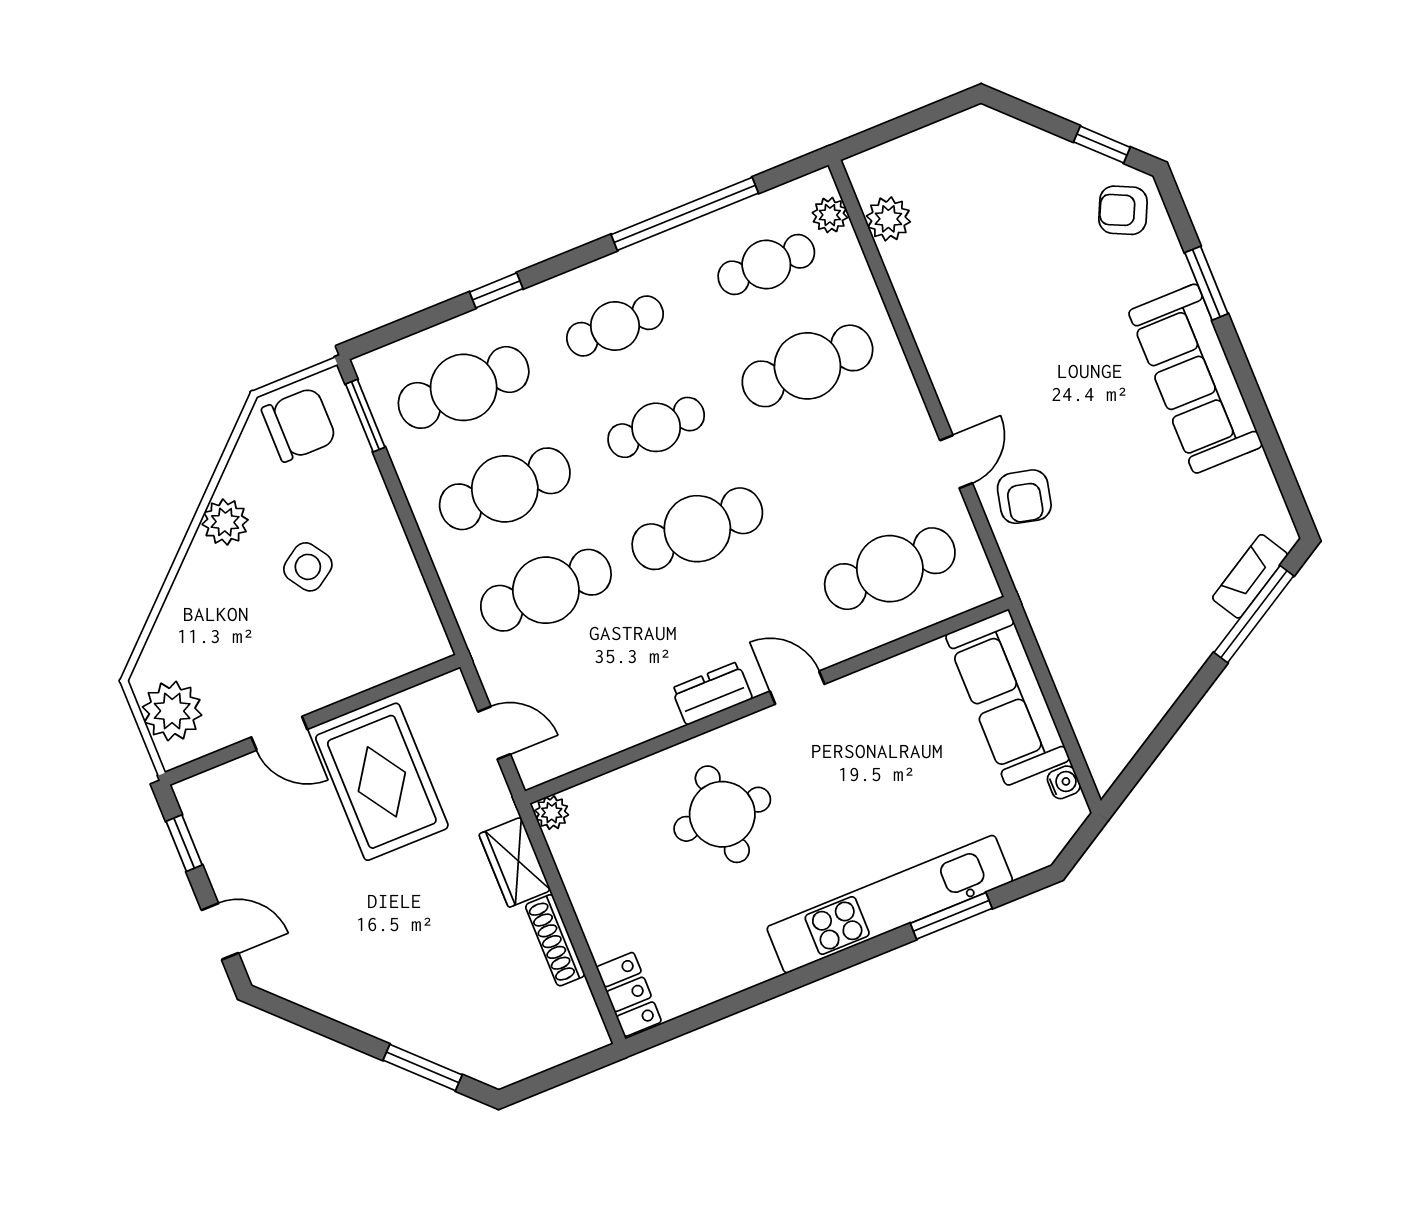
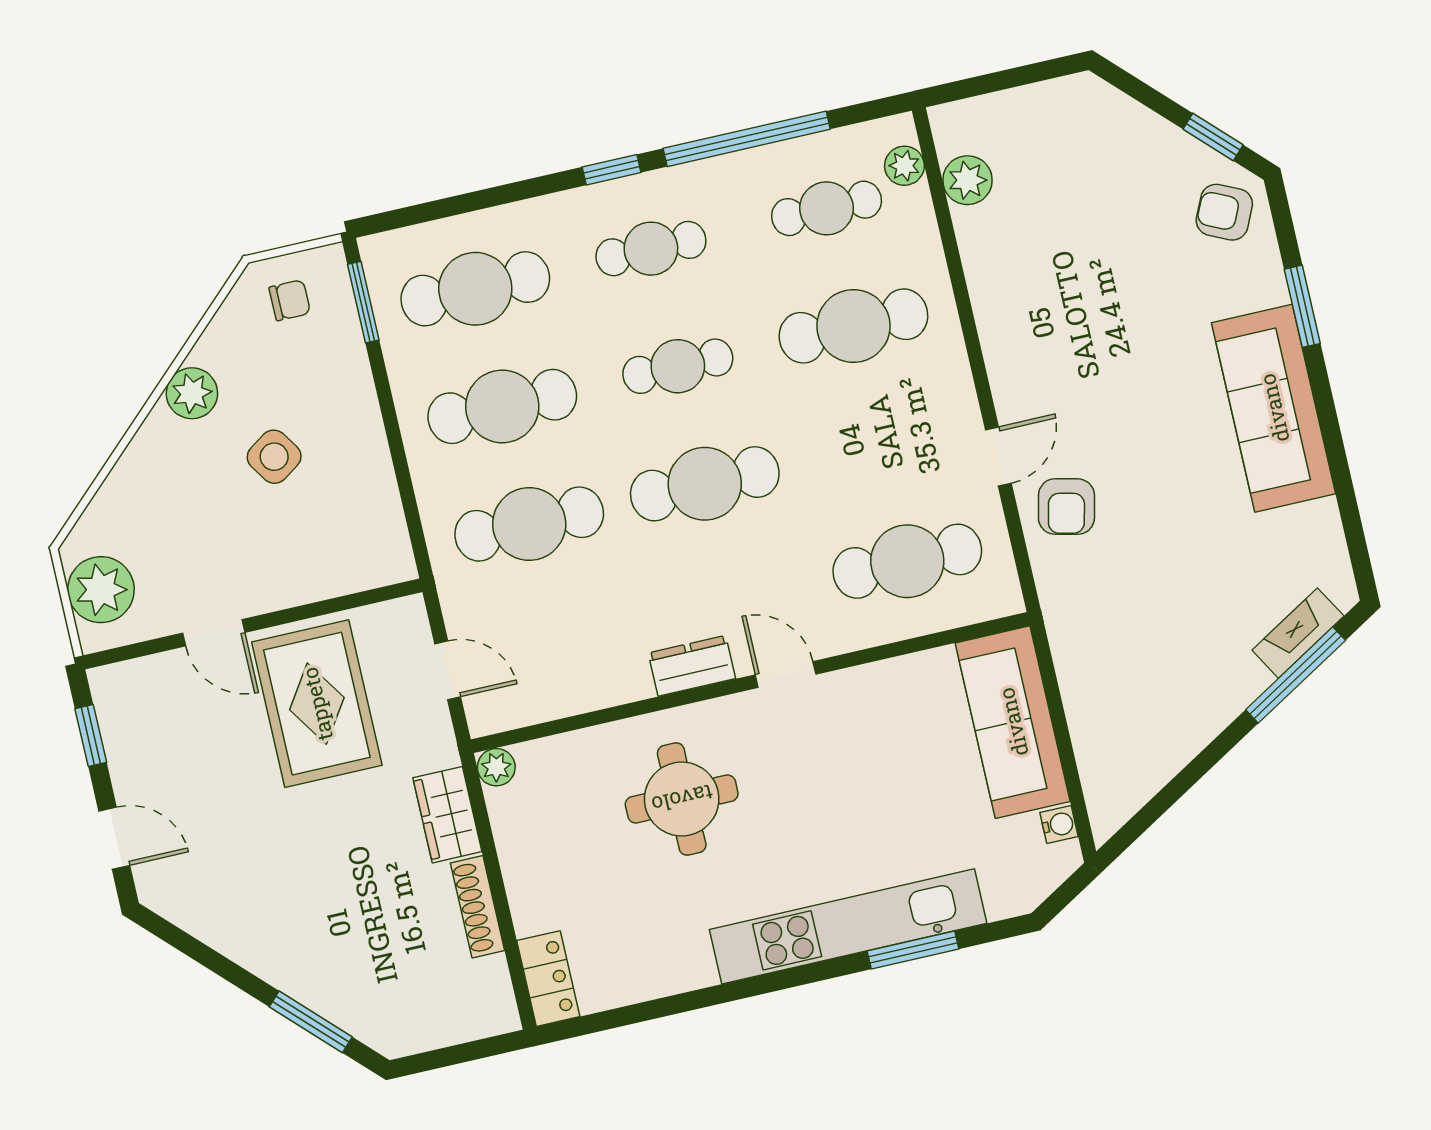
window: (496, 290) -> (612, 170), moved
chair: (299, 425) -> (290, 300), width x0.54, depth x0.54

